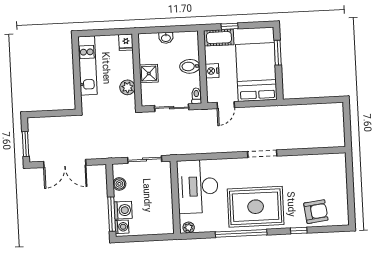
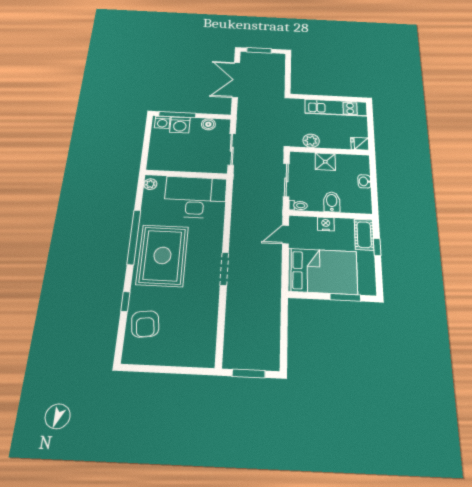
door: (226, 105) -> (285, 235), hinge flipped
window: (347, 126) -> (249, 373), added

